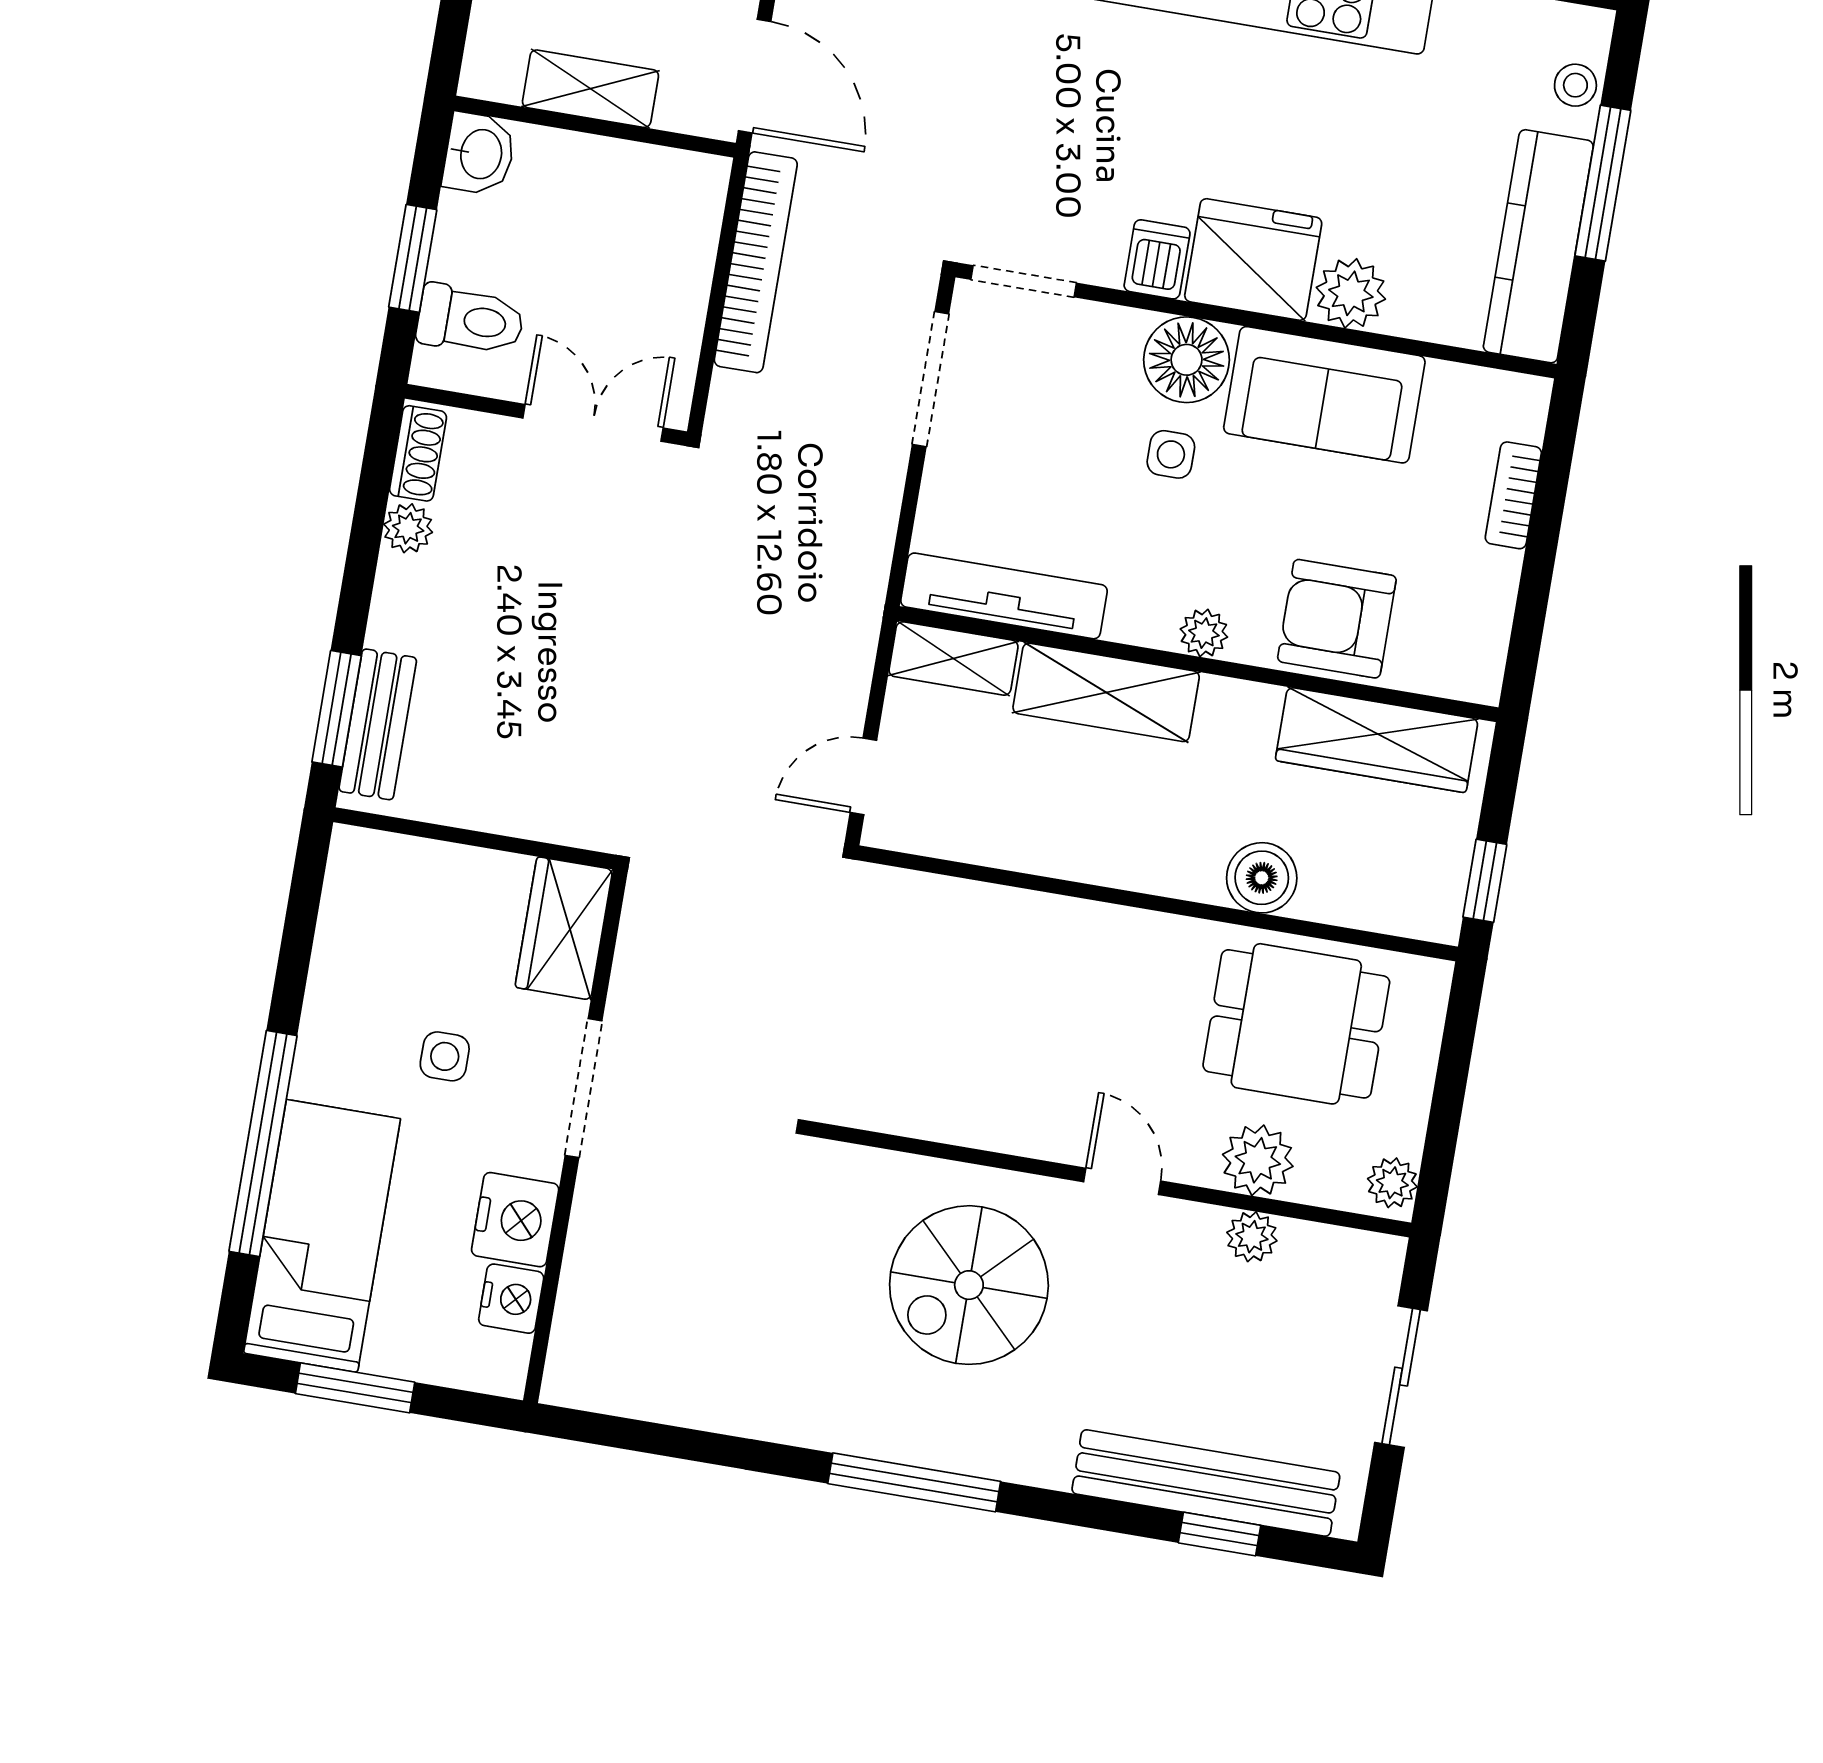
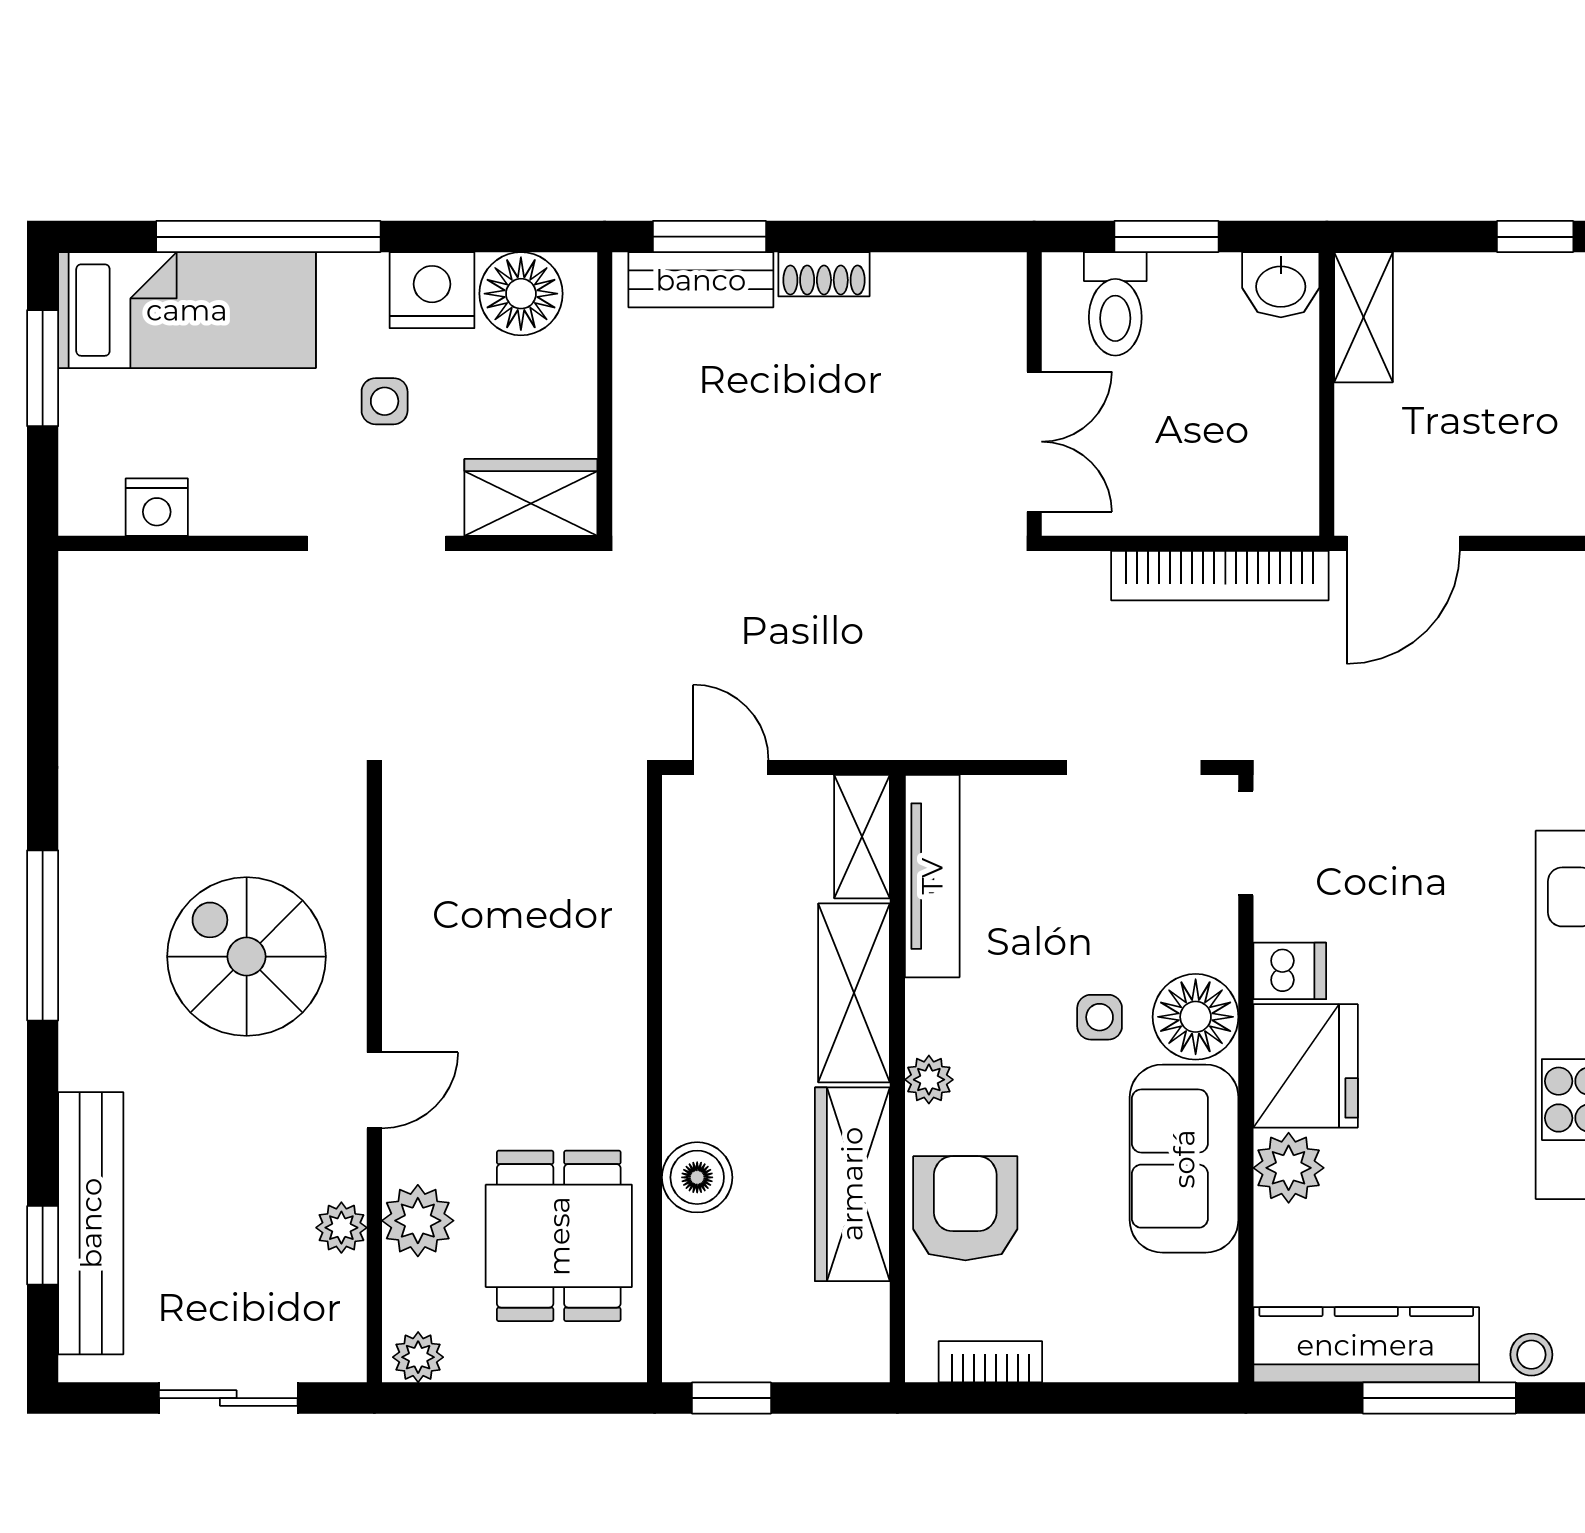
shelving: (590, 89) -> (1364, 317), moved
shoe rack: (418, 453) -> (824, 274), moved
bookcase: (1513, 495) -> (990, 1362), moved
plant: (408, 528) -> (899, 277), removed
wardrobe: (1377, 740) -> (852, 1184), moved
floor lamp: (361, 904) -> (521, 294), added
nightstand: (515, 1220) -> (432, 290), moved, turned 180

